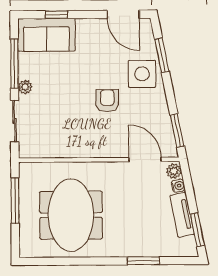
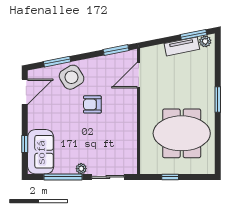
side table: (142, 74) -> (72, 77), turned -31
plant: (174, 171) -> (205, 41), moved
water cooler: (178, 186) -> (159, 49), removed
window: (15, 201) -> (170, 177), width x0.46
window: (143, 261) -> (218, 99), moved

